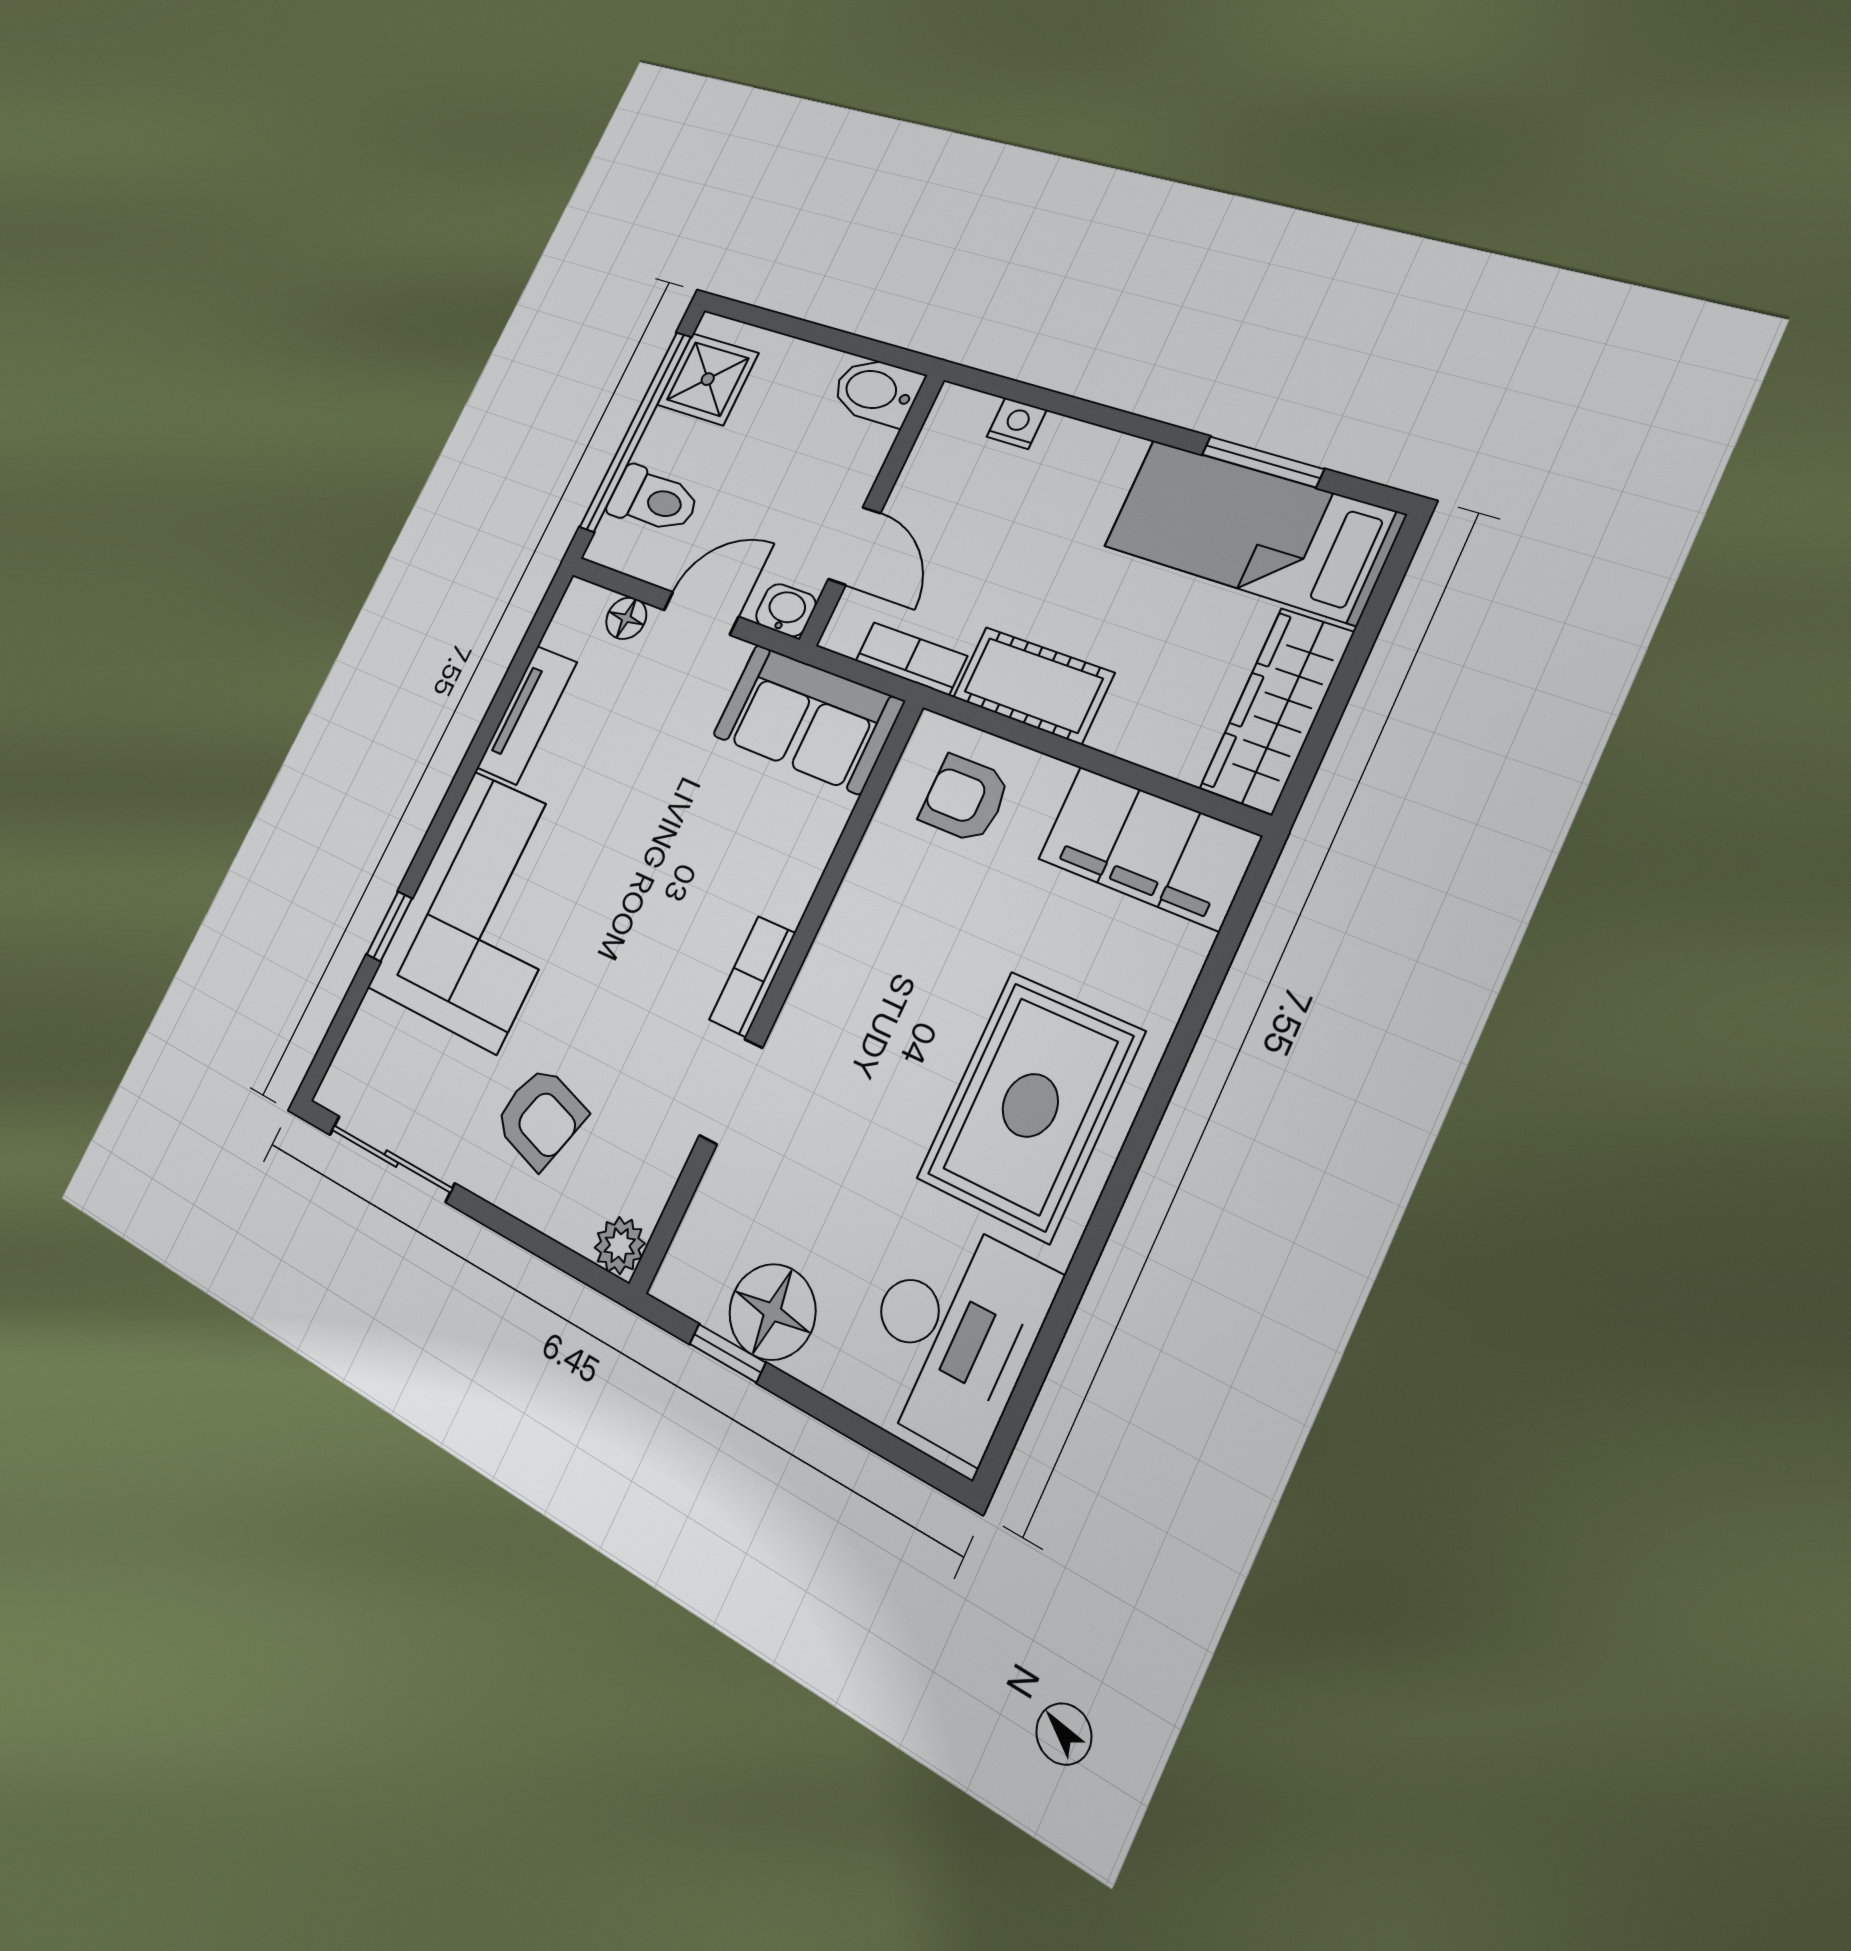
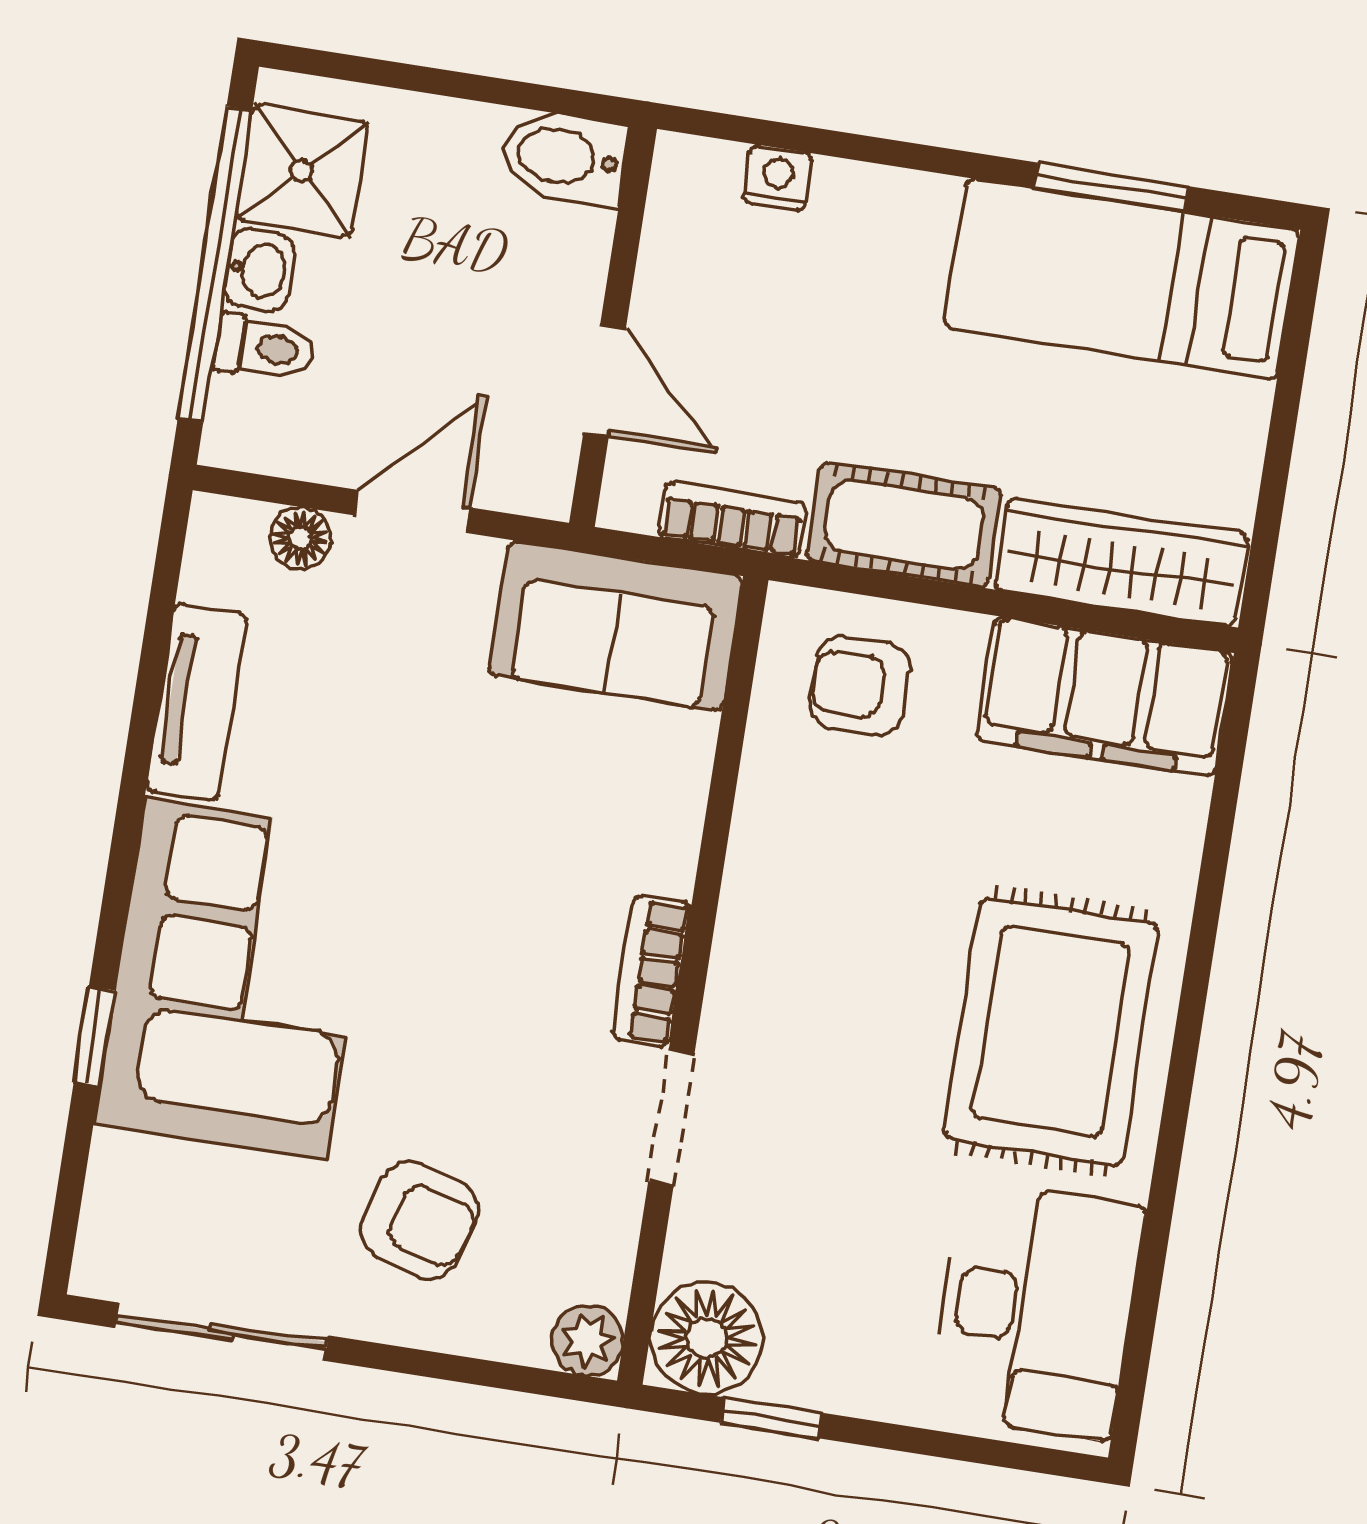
toilet: (654, 500) -> (264, 348), width x0.73, depth x0.72
washbasin: (786, 610) -> (259, 270), moved, turned 90
wardrobe: (1277, 710) -> (1122, 562), moved, turned 90
floor lamp: (772, 1312) -> (707, 1338), moved

